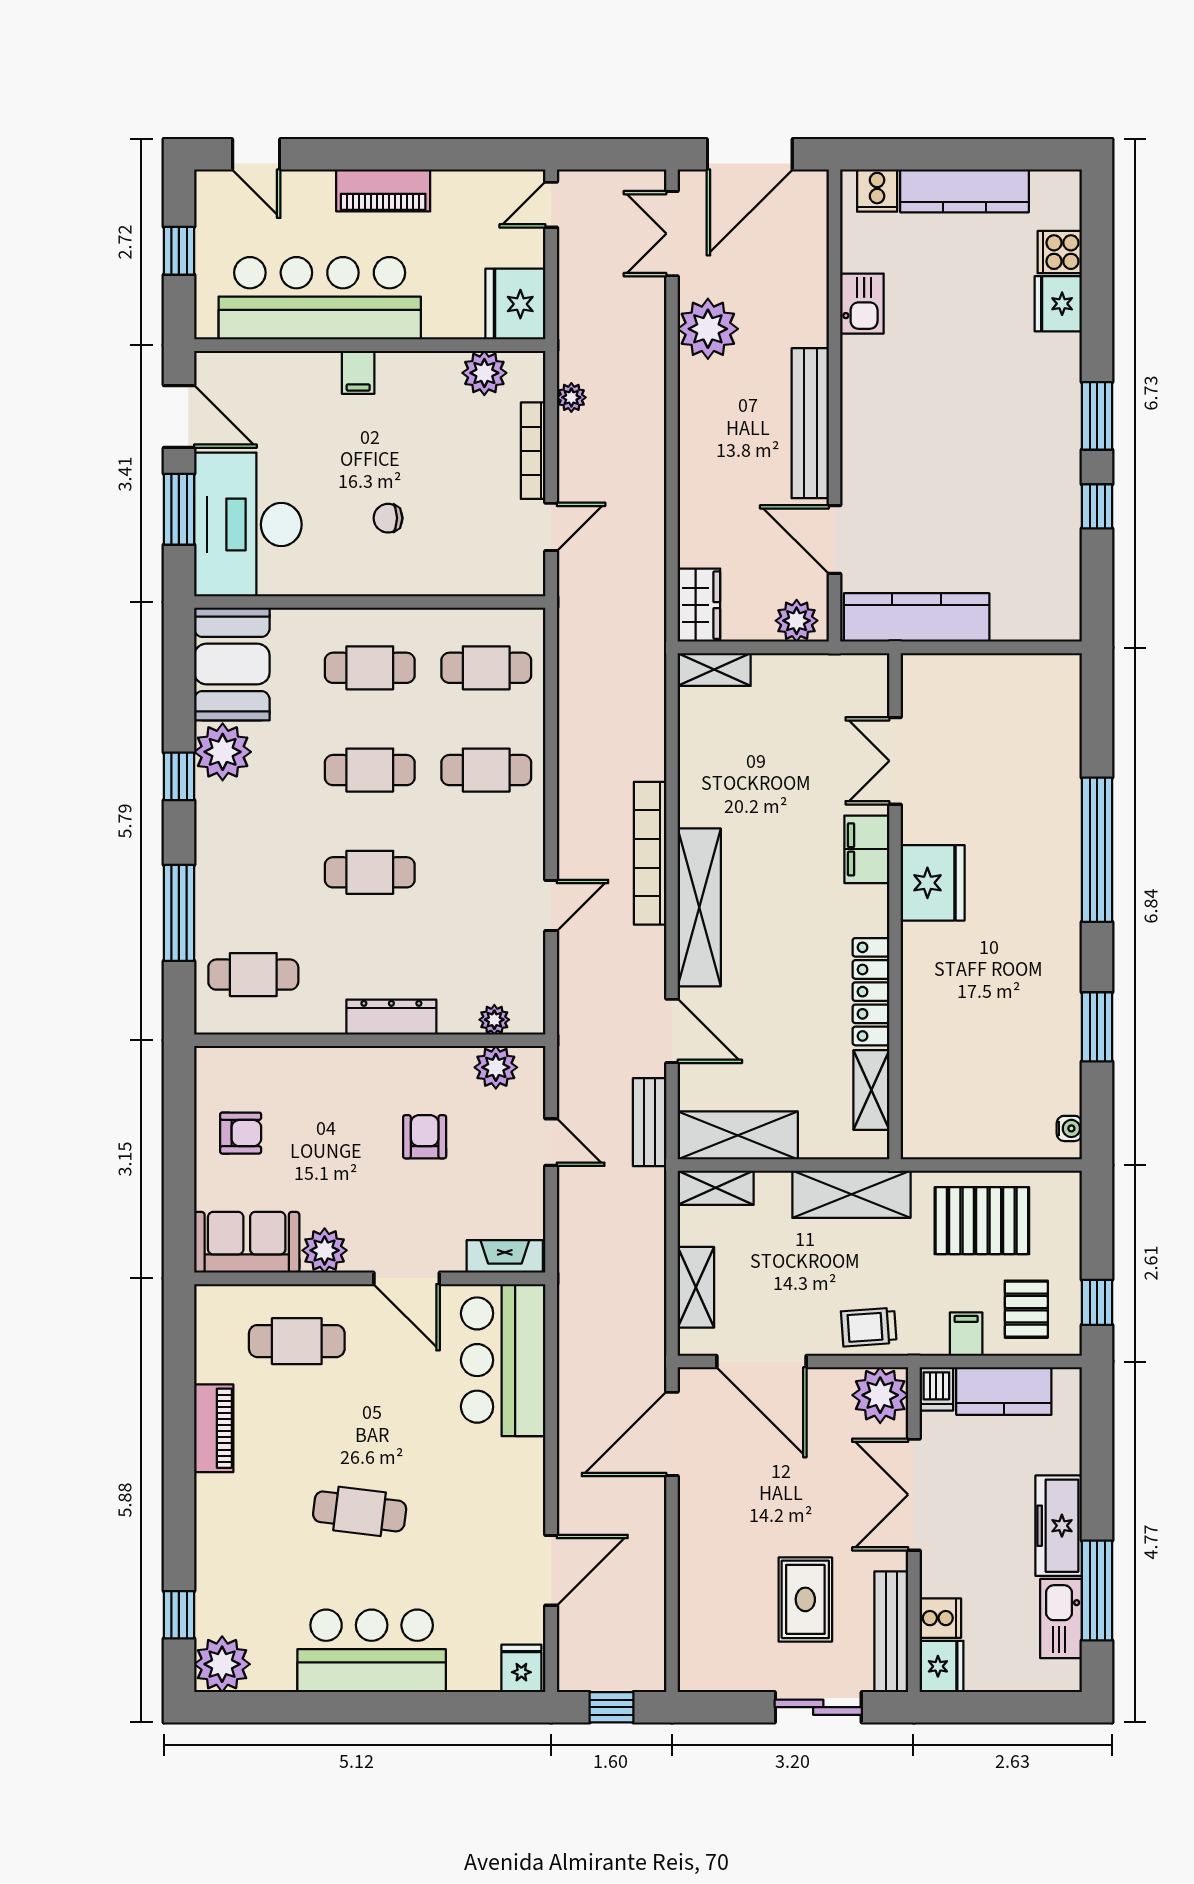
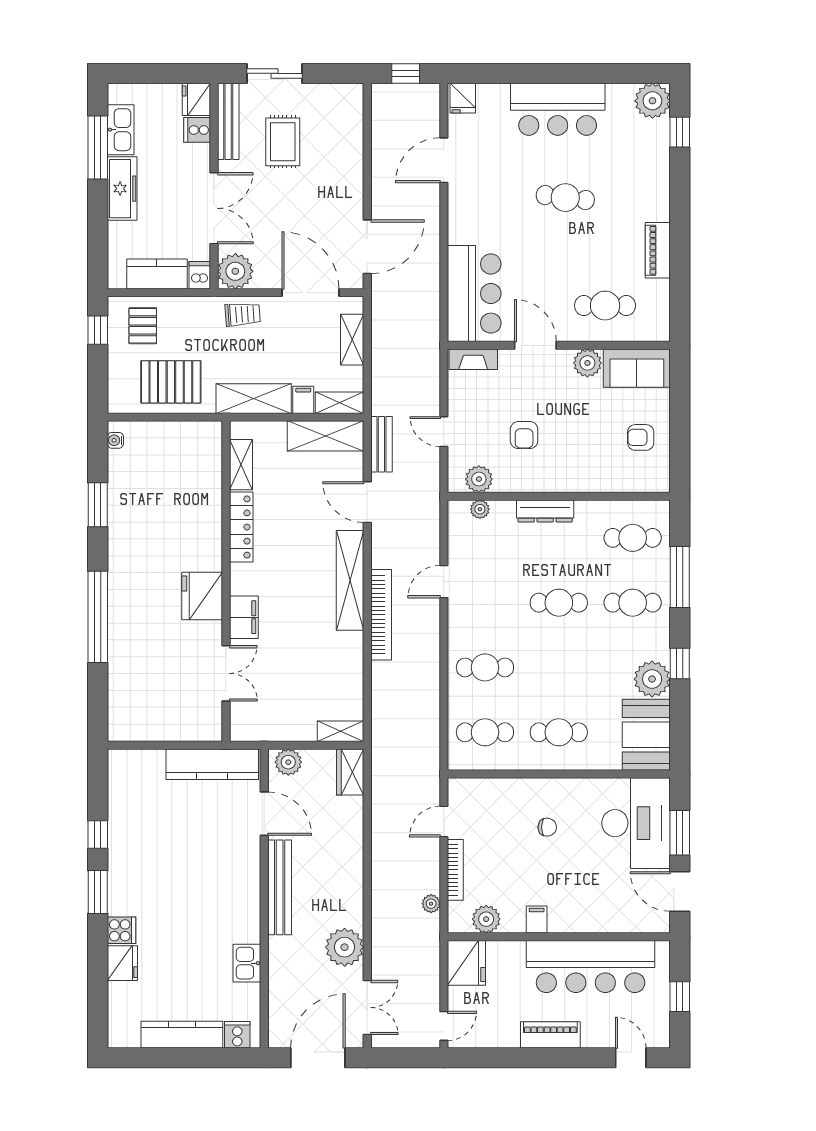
cooker: (1060, 252) -> (121, 930), moved
filing cabinet: (358, 372) -> (537, 920), moved
cafe table: (370, 770) -> (633, 603), moved
filing cabinet: (966, 1334) -> (303, 400), moved, turned 180

